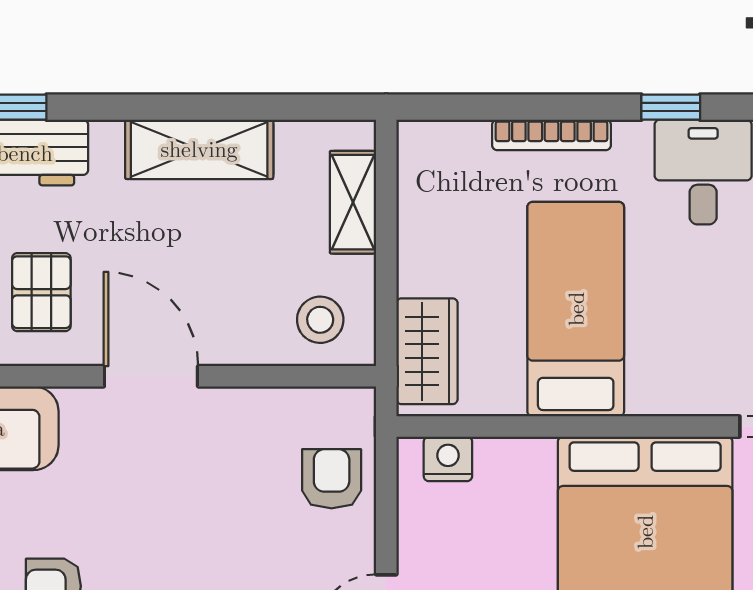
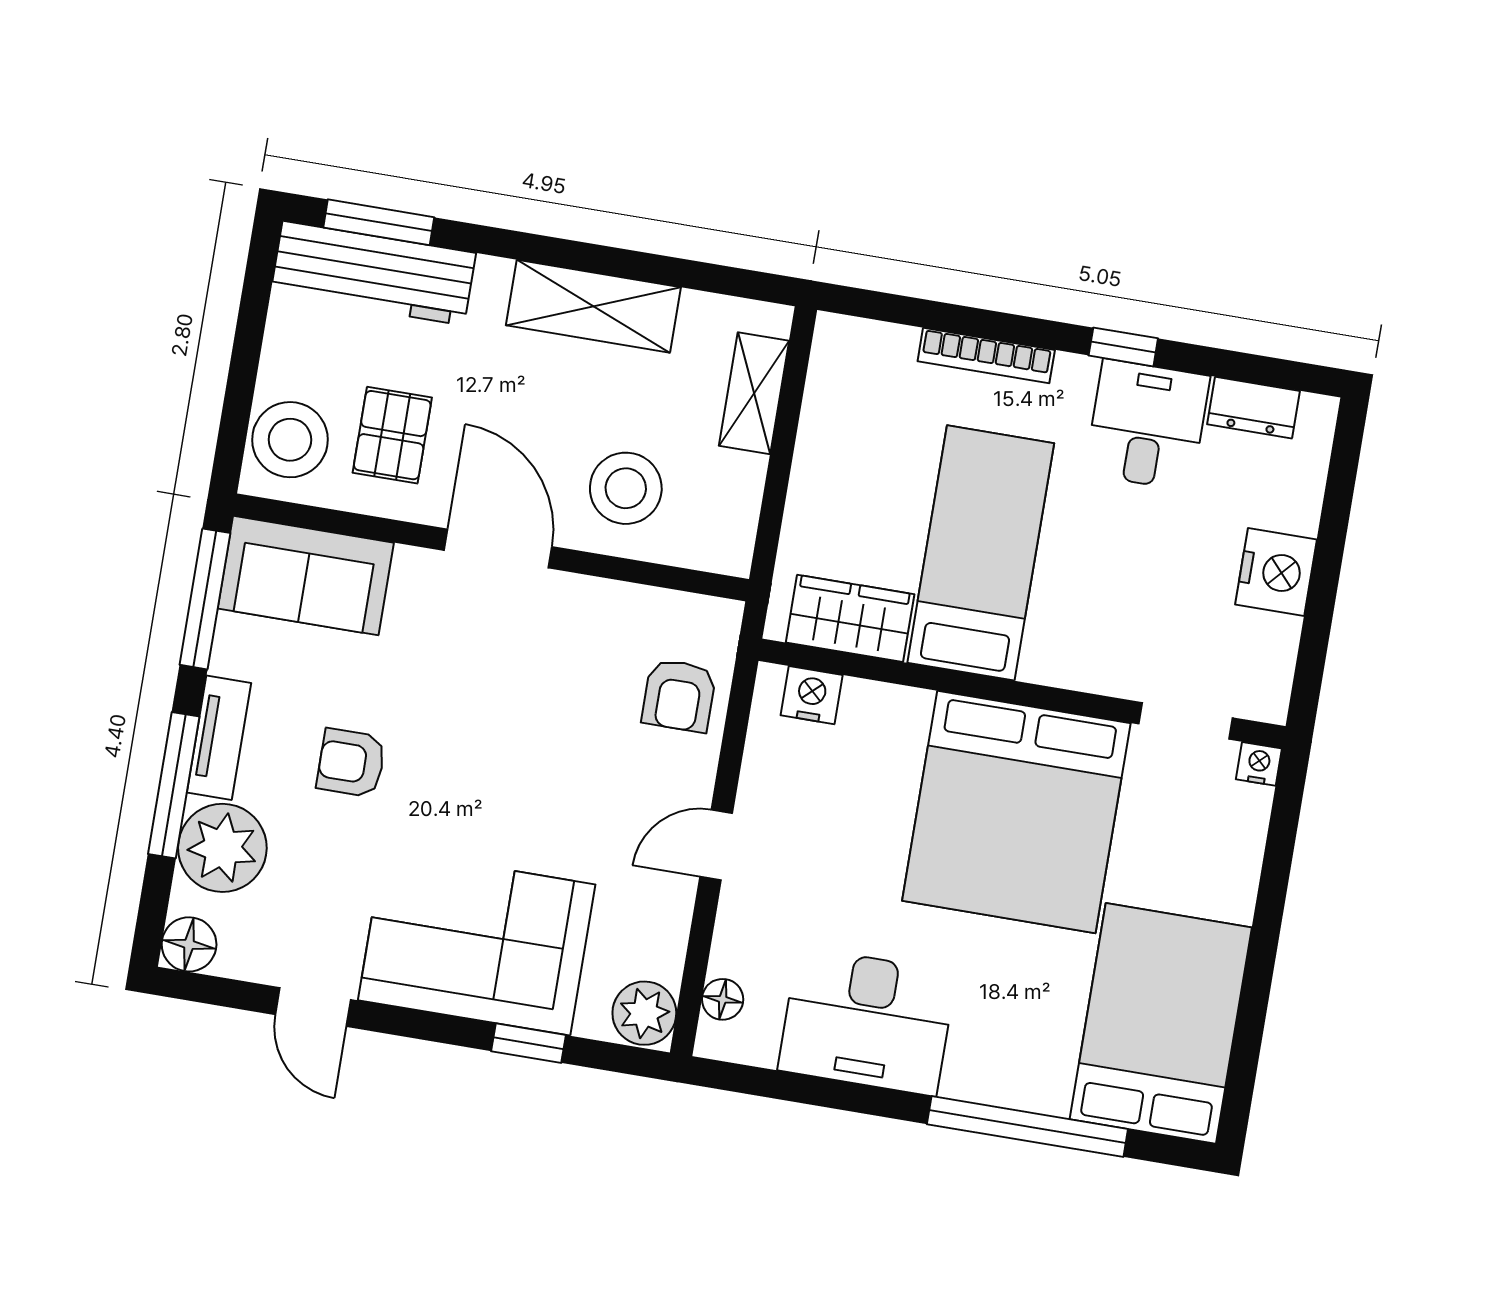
stool: (320, 320) -> (626, 488), moved, width x1.38, depth x1.38
wardrobe: (427, 351) -> (850, 618), moved, turned -90
armchair: (332, 479) -> (679, 695), turned 180

